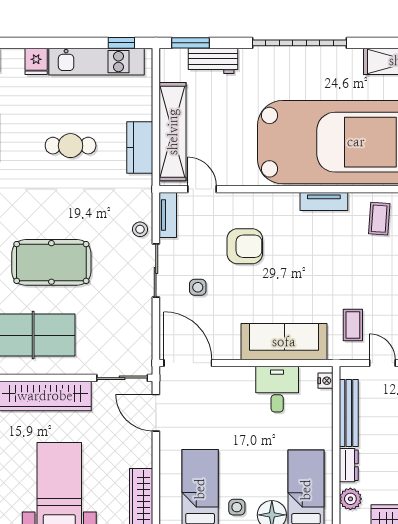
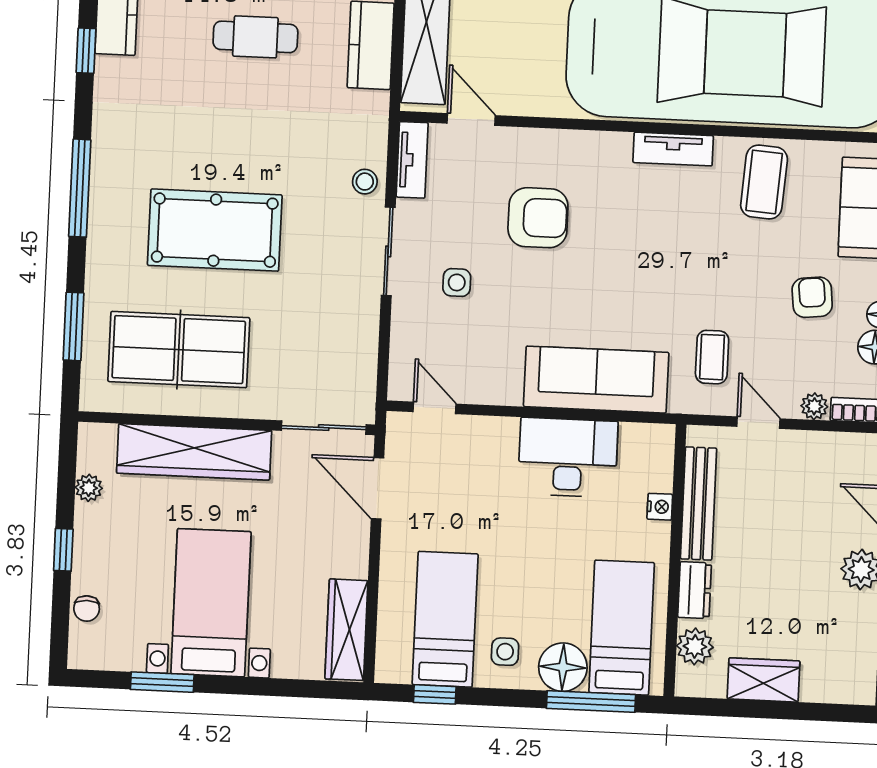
coffee table: (379, 219) -> (764, 182), width x1.36, depth x1.30
door: (188, 363) -> (435, 408), width x0.53
nightstand: (326, 381) -> (660, 507), moved
desk: (277, 389) -> (568, 458), width x1.37

